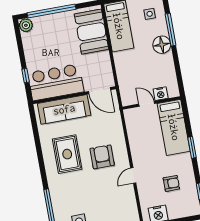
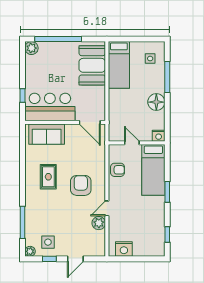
floor lamp: (162, 45) -> (156, 102), moved
nightstand: (161, 94) -> (159, 136), moved
sofa: (64, 109) -> (47, 134), width x0.73
rug: (67, 154) -> (48, 177), width x0.73, depth x0.70
armchair: (171, 183) -> (118, 170), moved
plant: (128, 192) -> (99, 223), added

